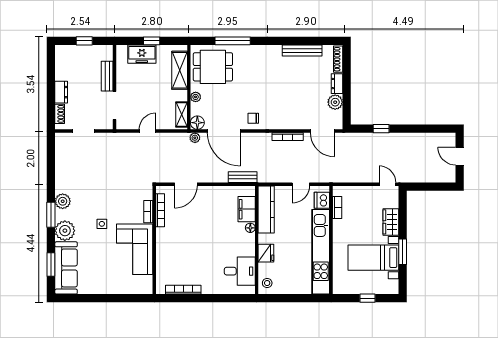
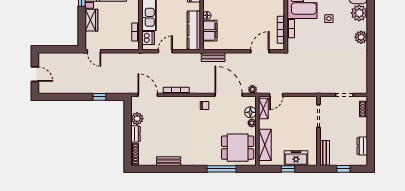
bench: (302, 51) -> (169, 161), width x0.73
bench: (107, 76) -> (325, 153), moved
dresser: (61, 92) -> (362, 146), moved
floor lamp: (197, 123) -> (250, 112), moved
door: (147, 131) -> (276, 95), moved
window: (51, 215) -> (371, 26), removed

